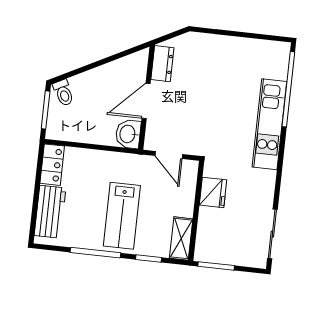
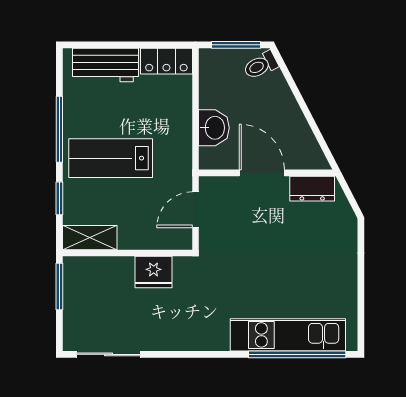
kitchen unit: (269, 124) -> (288, 335), moved
washbasin: (128, 134) -> (214, 128), moved, turned 90

